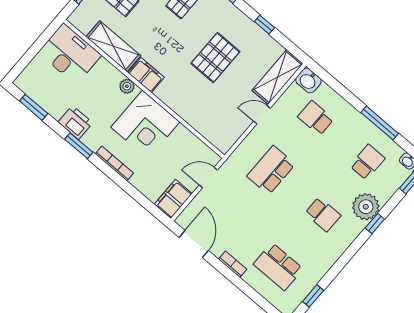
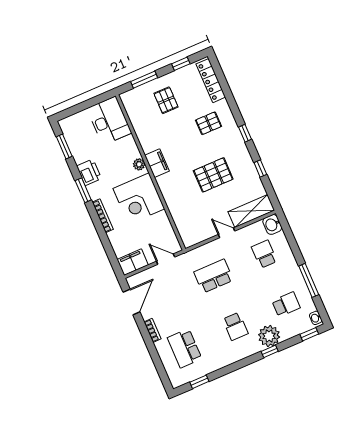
shelving: (113, 46) -> (143, 131), removed

